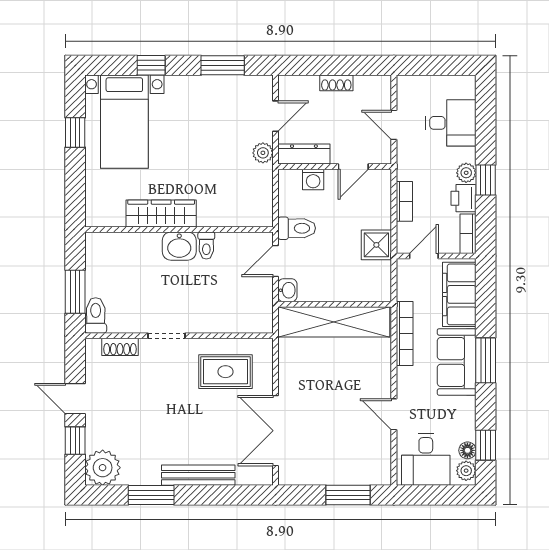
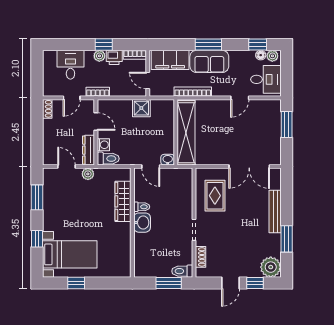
shoe rack: (336, 83) -> (47, 109), moved
bookcase: (404, 201) -> (98, 92), moved
wardrobe: (161, 213) -> (123, 201), moved
toilet: (297, 228) -> (108, 159), moved, turned 90

